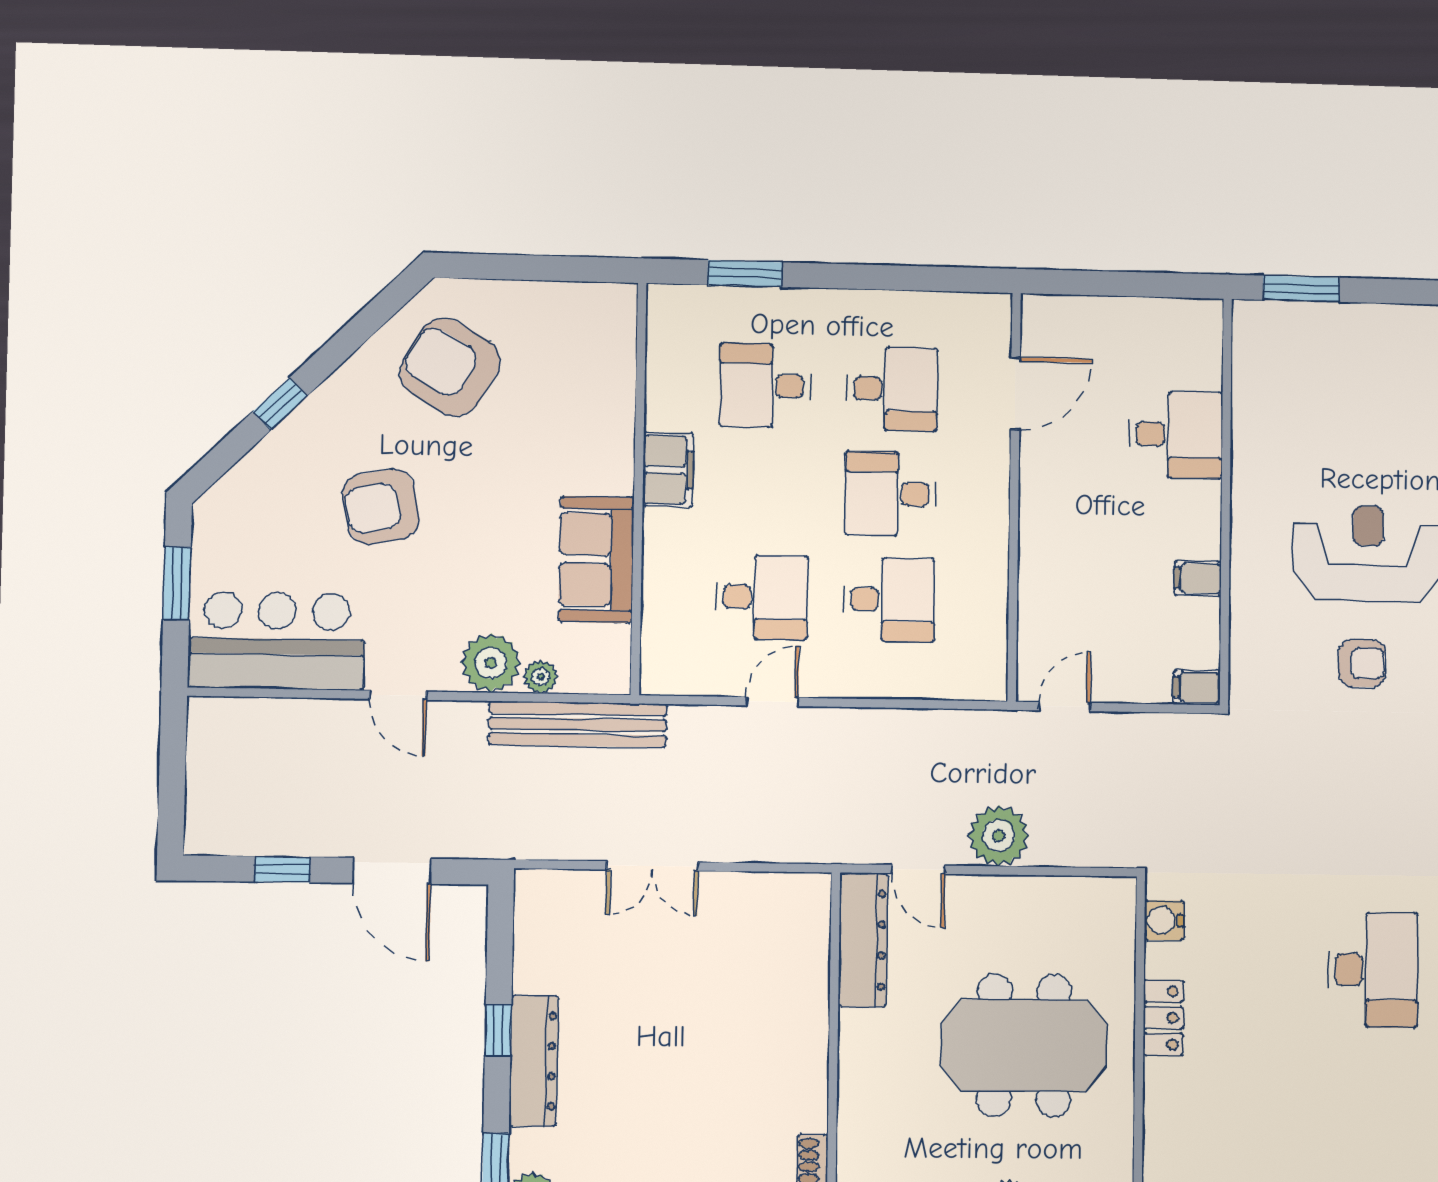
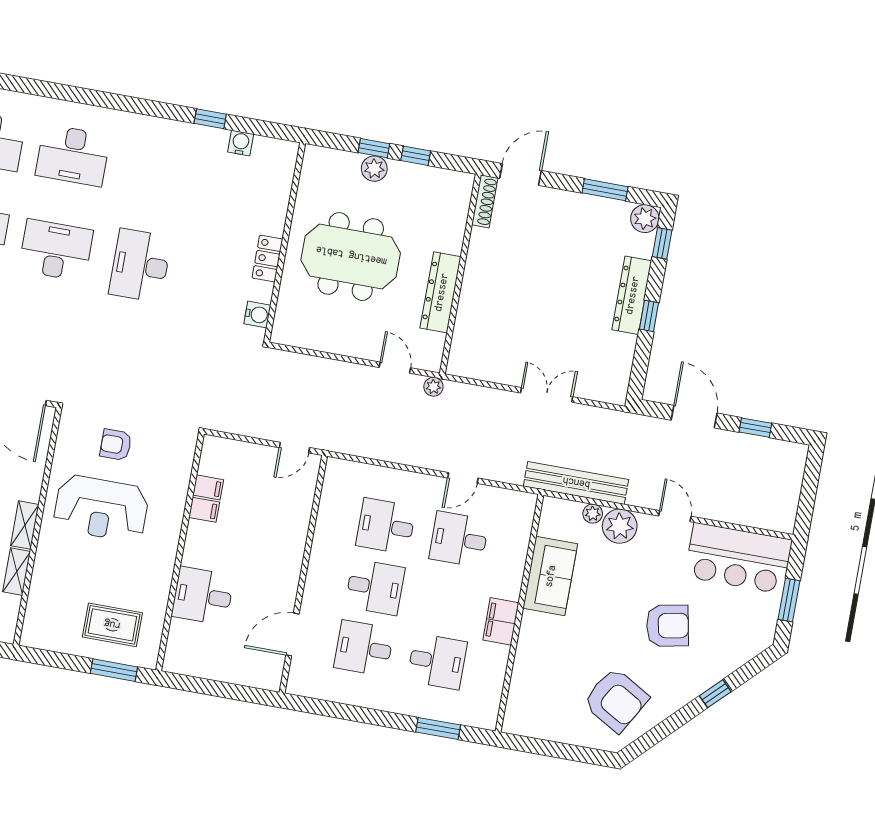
rug: (1317, 363) -> (112, 625), added
filing cabinet: (1197, 687) -> (208, 487), moved
plant: (999, 836) -> (433, 387), moved, width x0.53, depth x0.53
dresser: (863, 940) -> (441, 292), moved

